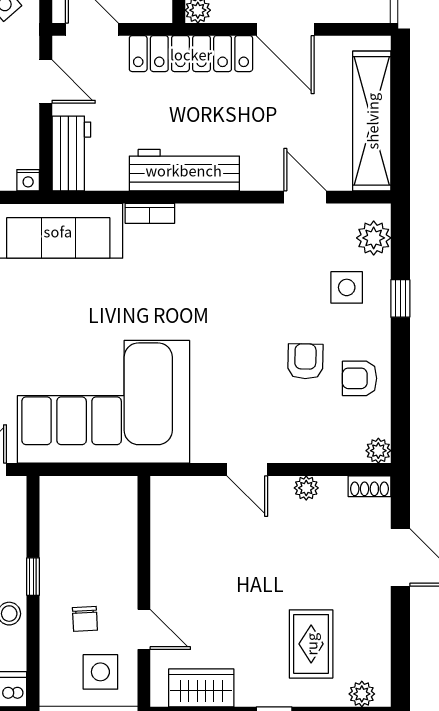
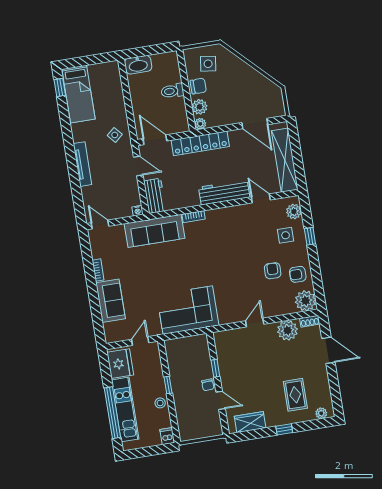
door: (285, 29) -> (255, 124), moved
workbench: (184, 170) -> (224, 192), moved
corner sofa: (103, 402) -> (188, 310), width x0.73, depth x0.74
plant: (378, 451) -> (306, 301), width x1.88, depth x1.88
door: (247, 469) -> (255, 323), swing flipped
plant: (306, 488) -> (288, 330), width x1.88, depth x1.88
window: (144, 556) -> (215, 368), added
chair: (85, 619) -> (208, 385), moved
side table: (100, 672) -> (204, 422), removed

